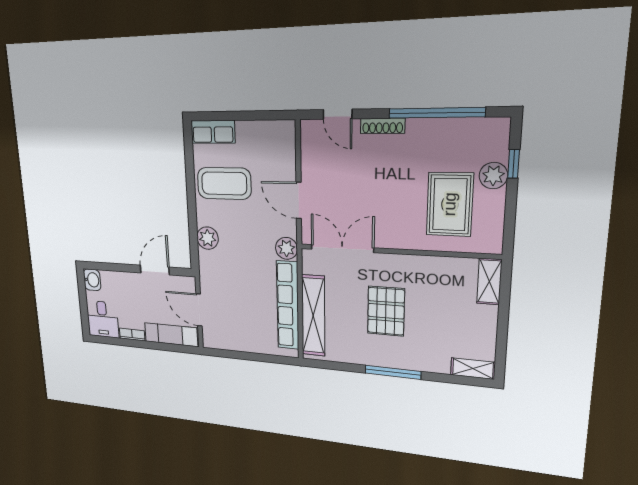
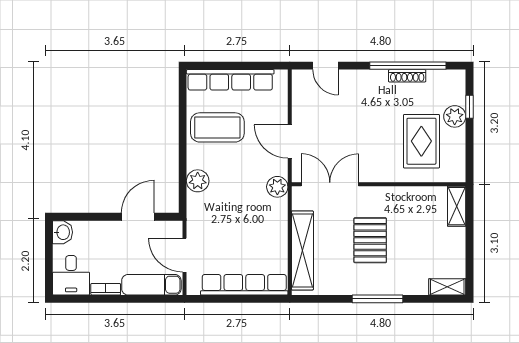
shoe rack: (383, 126) -> (407, 76), moved
row of seats: (213, 132) -> (230, 80), width x2.02
row of seats: (288, 305) -> (244, 285), moved, turned 90

